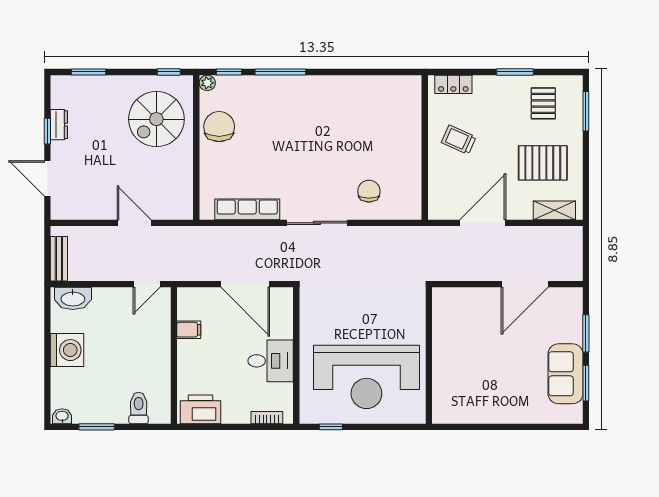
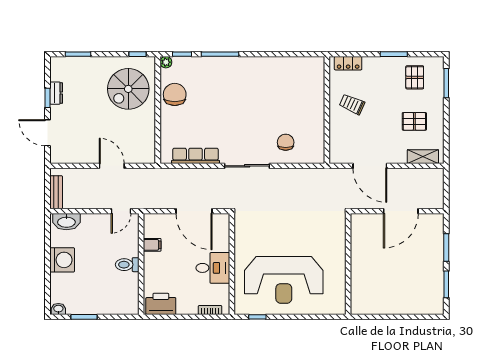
pallet: (543, 163) -> (414, 121), width x0.67, depth x0.71
door: (483, 223) -> (370, 166), swing flipped
wall: (429, 356) -> (348, 264), moved
sofa: (565, 374) -> (431, 277), removed
toilet: (139, 408) -> (127, 265), moved, turned -90

